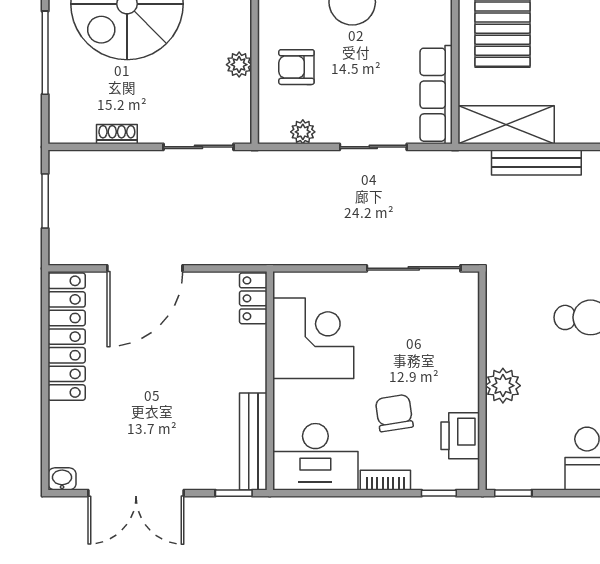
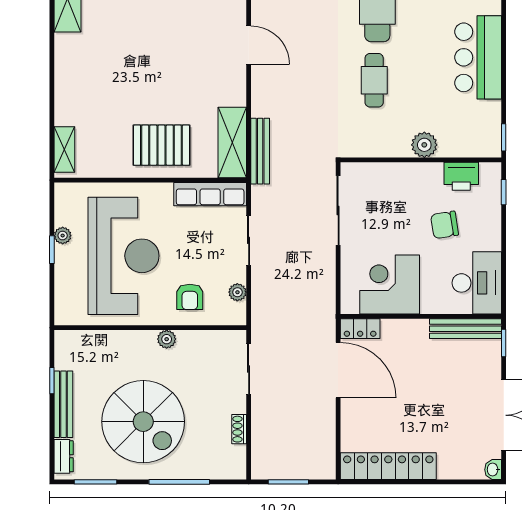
plant: (239, 65) -> (167, 339), moved
bench: (536, 163) -> (260, 151), moved
door: (145, 268) -> (338, 370), moved
bookcase: (385, 480) -> (494, 231), removed

